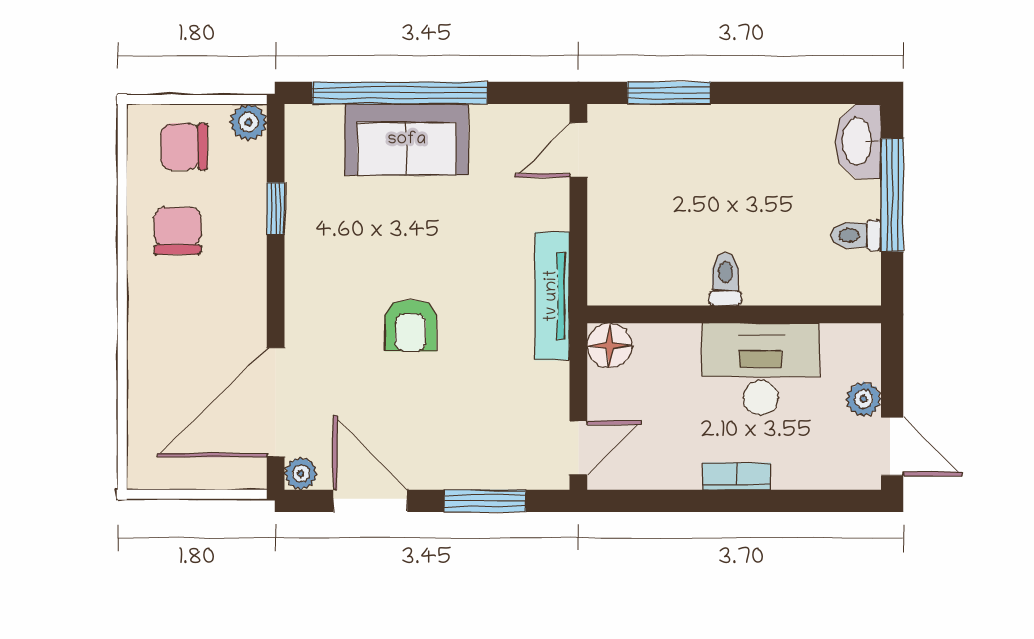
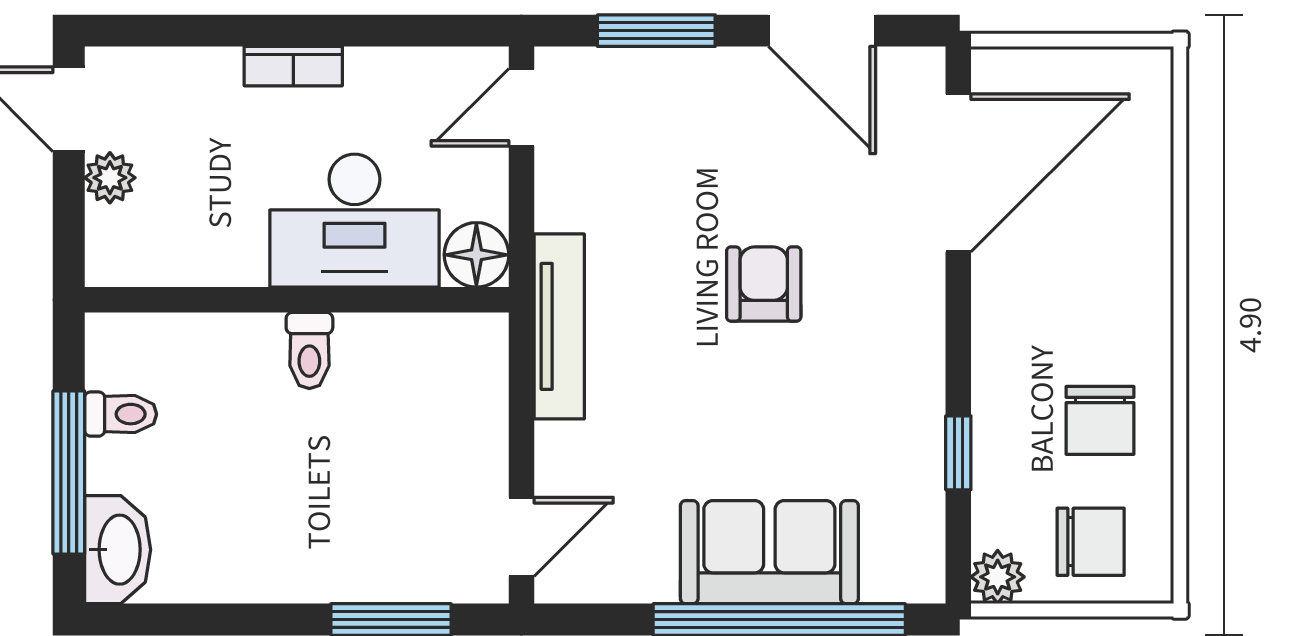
desk: (761, 369) -> (354, 221), moved
plant: (301, 474) -> (922, 70), removed

